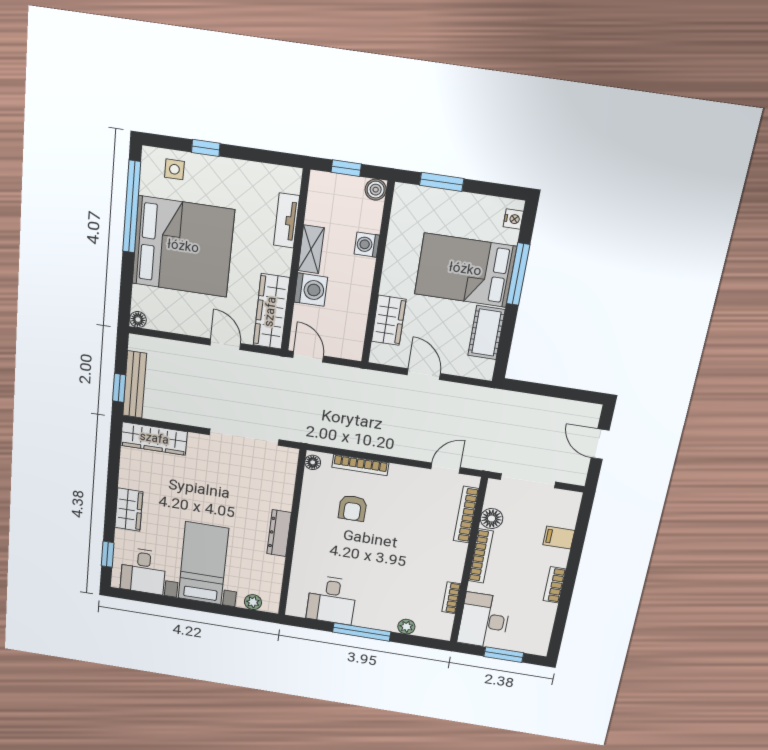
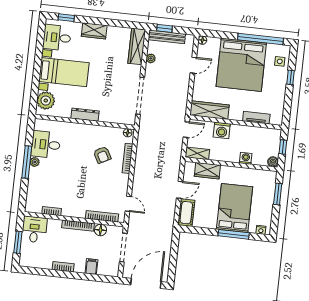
shelving: (311, 249) -> (197, 153), moved
cot: (486, 333) -> (186, 213), moved, turned 90
door: (225, 344) -> (193, 65), moved
plant: (175, 415) -> (151, 58), added
door: (600, 444) -> (146, 283), width x1.88
armchair: (352, 508) -> (102, 155), turned -118
plant: (253, 602) -> (46, 101), width x1.88, depth x1.88
desk: (484, 621) -> (34, 229), width x0.73
plant: (406, 627) -> (35, 162), moved

